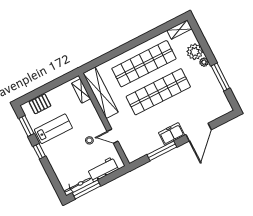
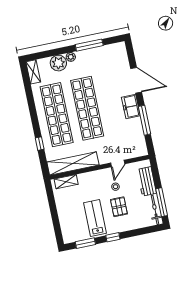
window: (111, 55) -> (40, 144), added
pallet: (40, 104) -> (119, 207), moved

